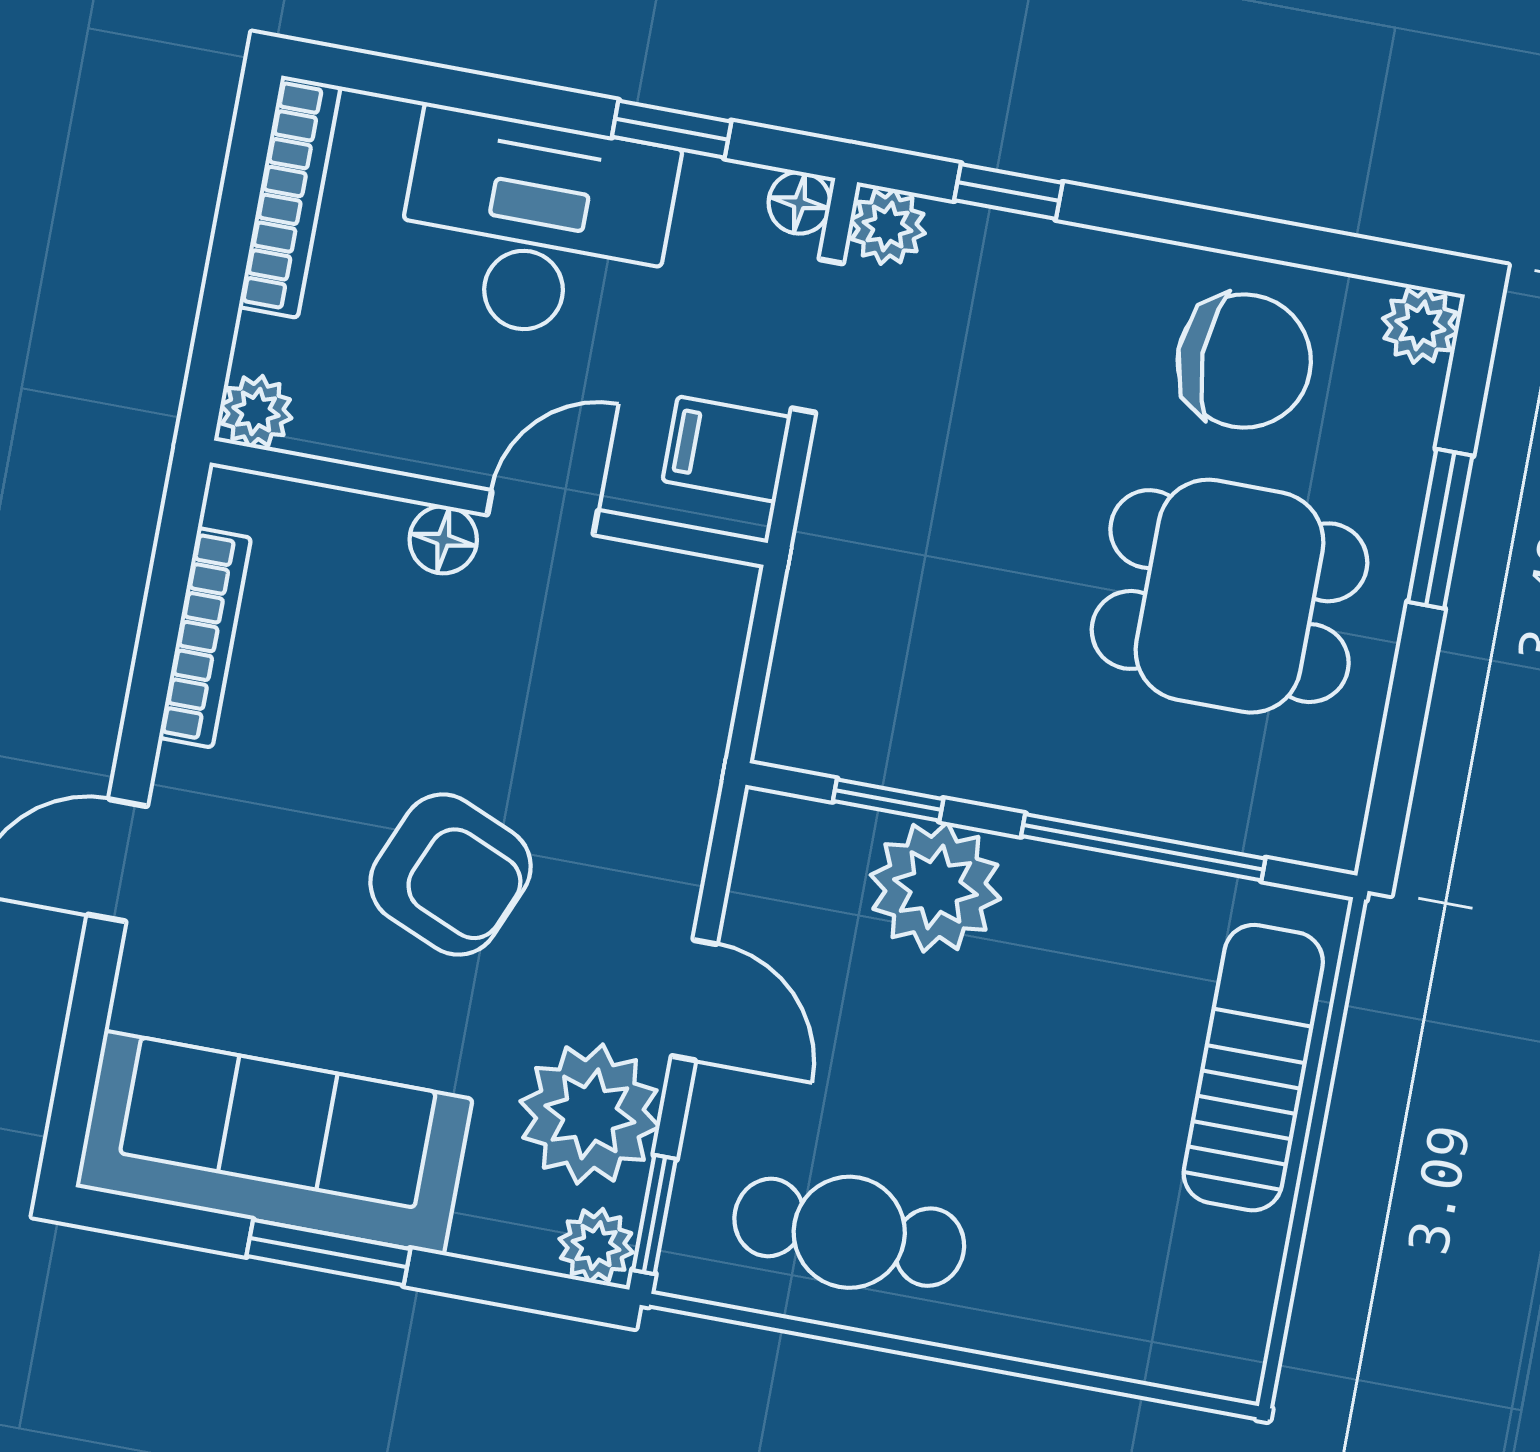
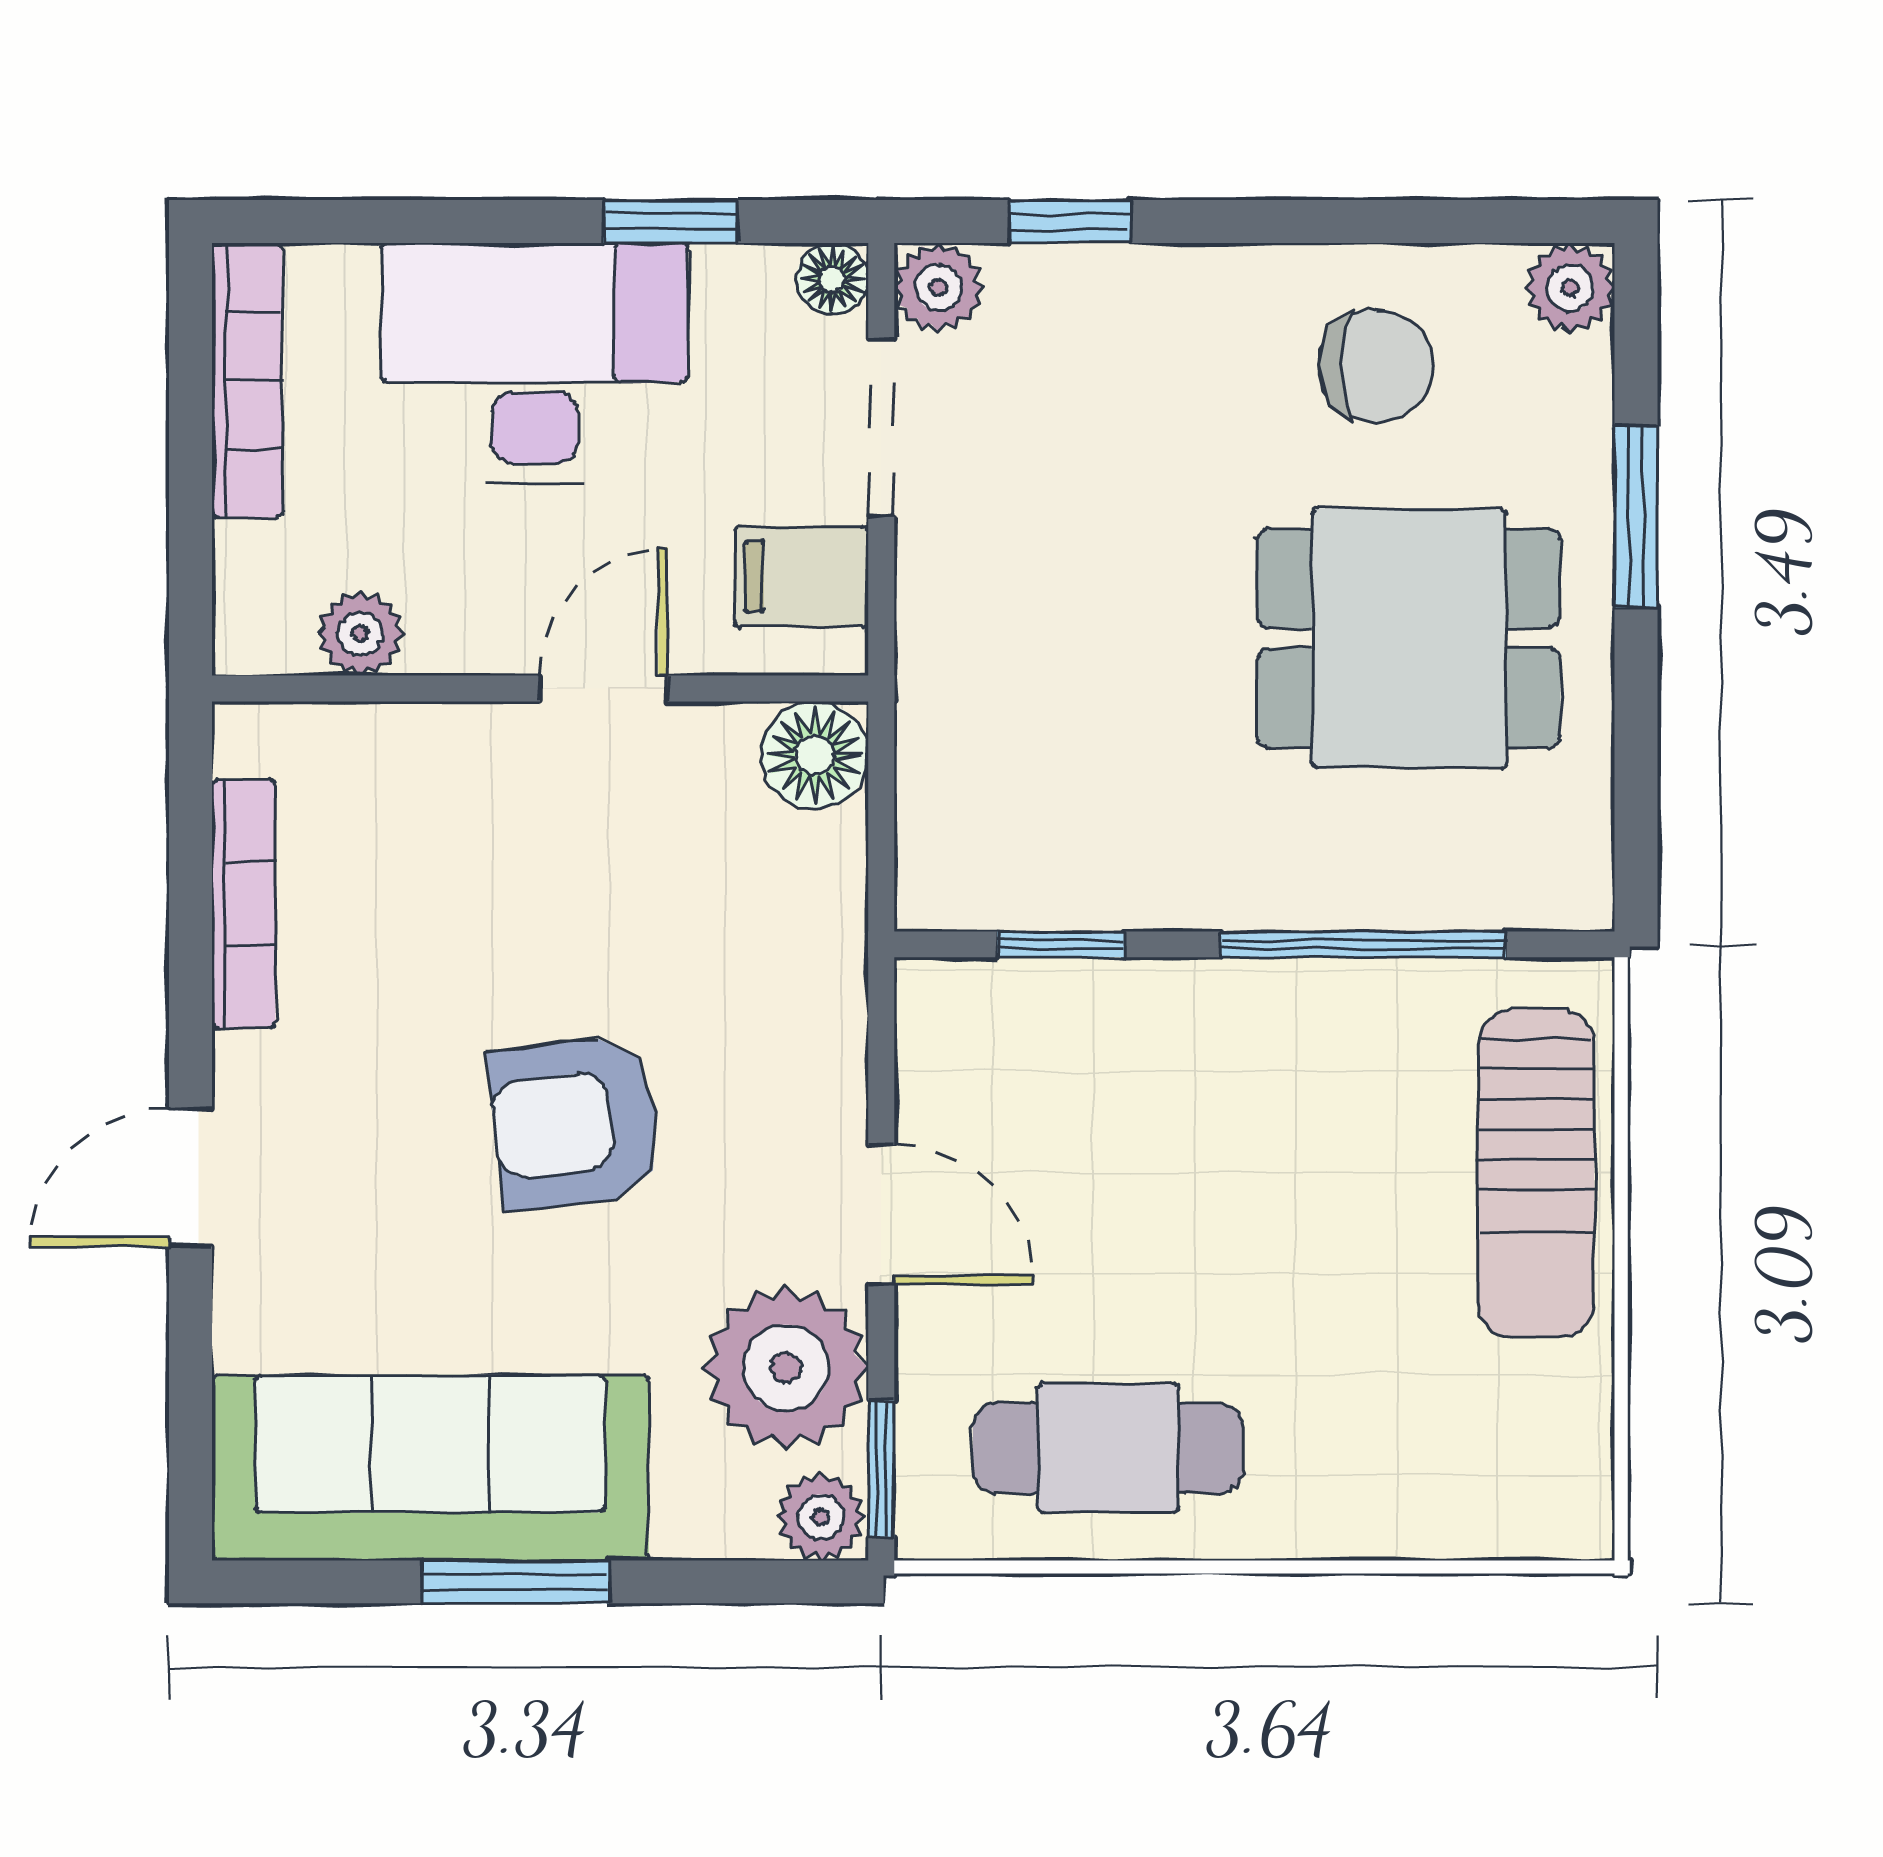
chair: (1244, 361) -> (1376, 366), width x0.73, depth x0.73
plant: (256, 412) -> (360, 633), moved
floor lamp: (443, 540) -> (815, 755), moved, width x1.37, depth x1.37
armchair: (451, 875) -> (575, 1123), turned 150
plant: (935, 887) -> (1134, 1034), removed
sun lounger: (1253, 1068) -> (1536, 1173), turned 180

